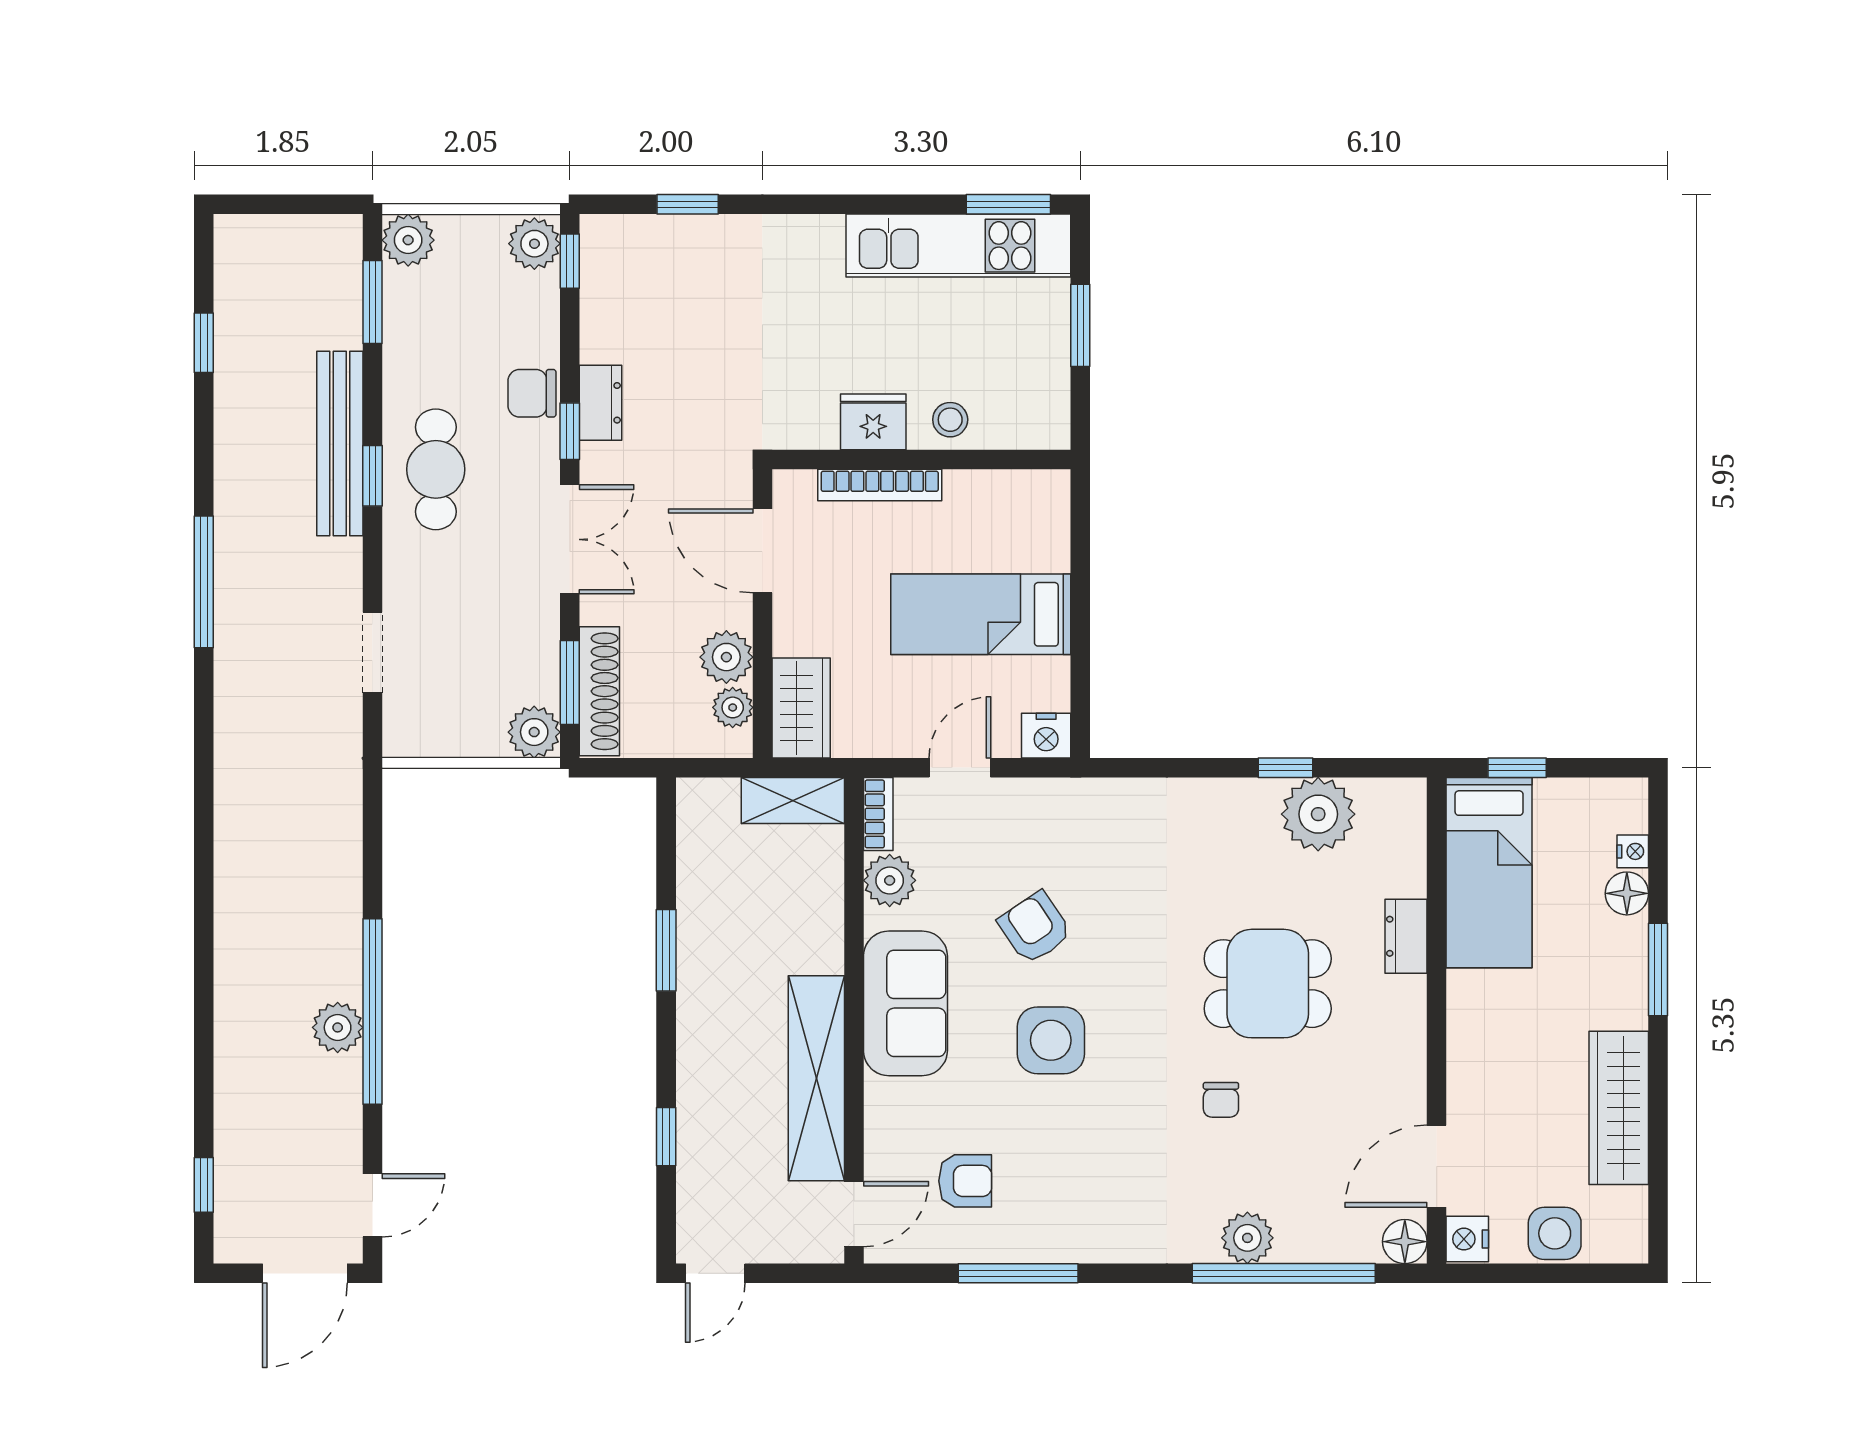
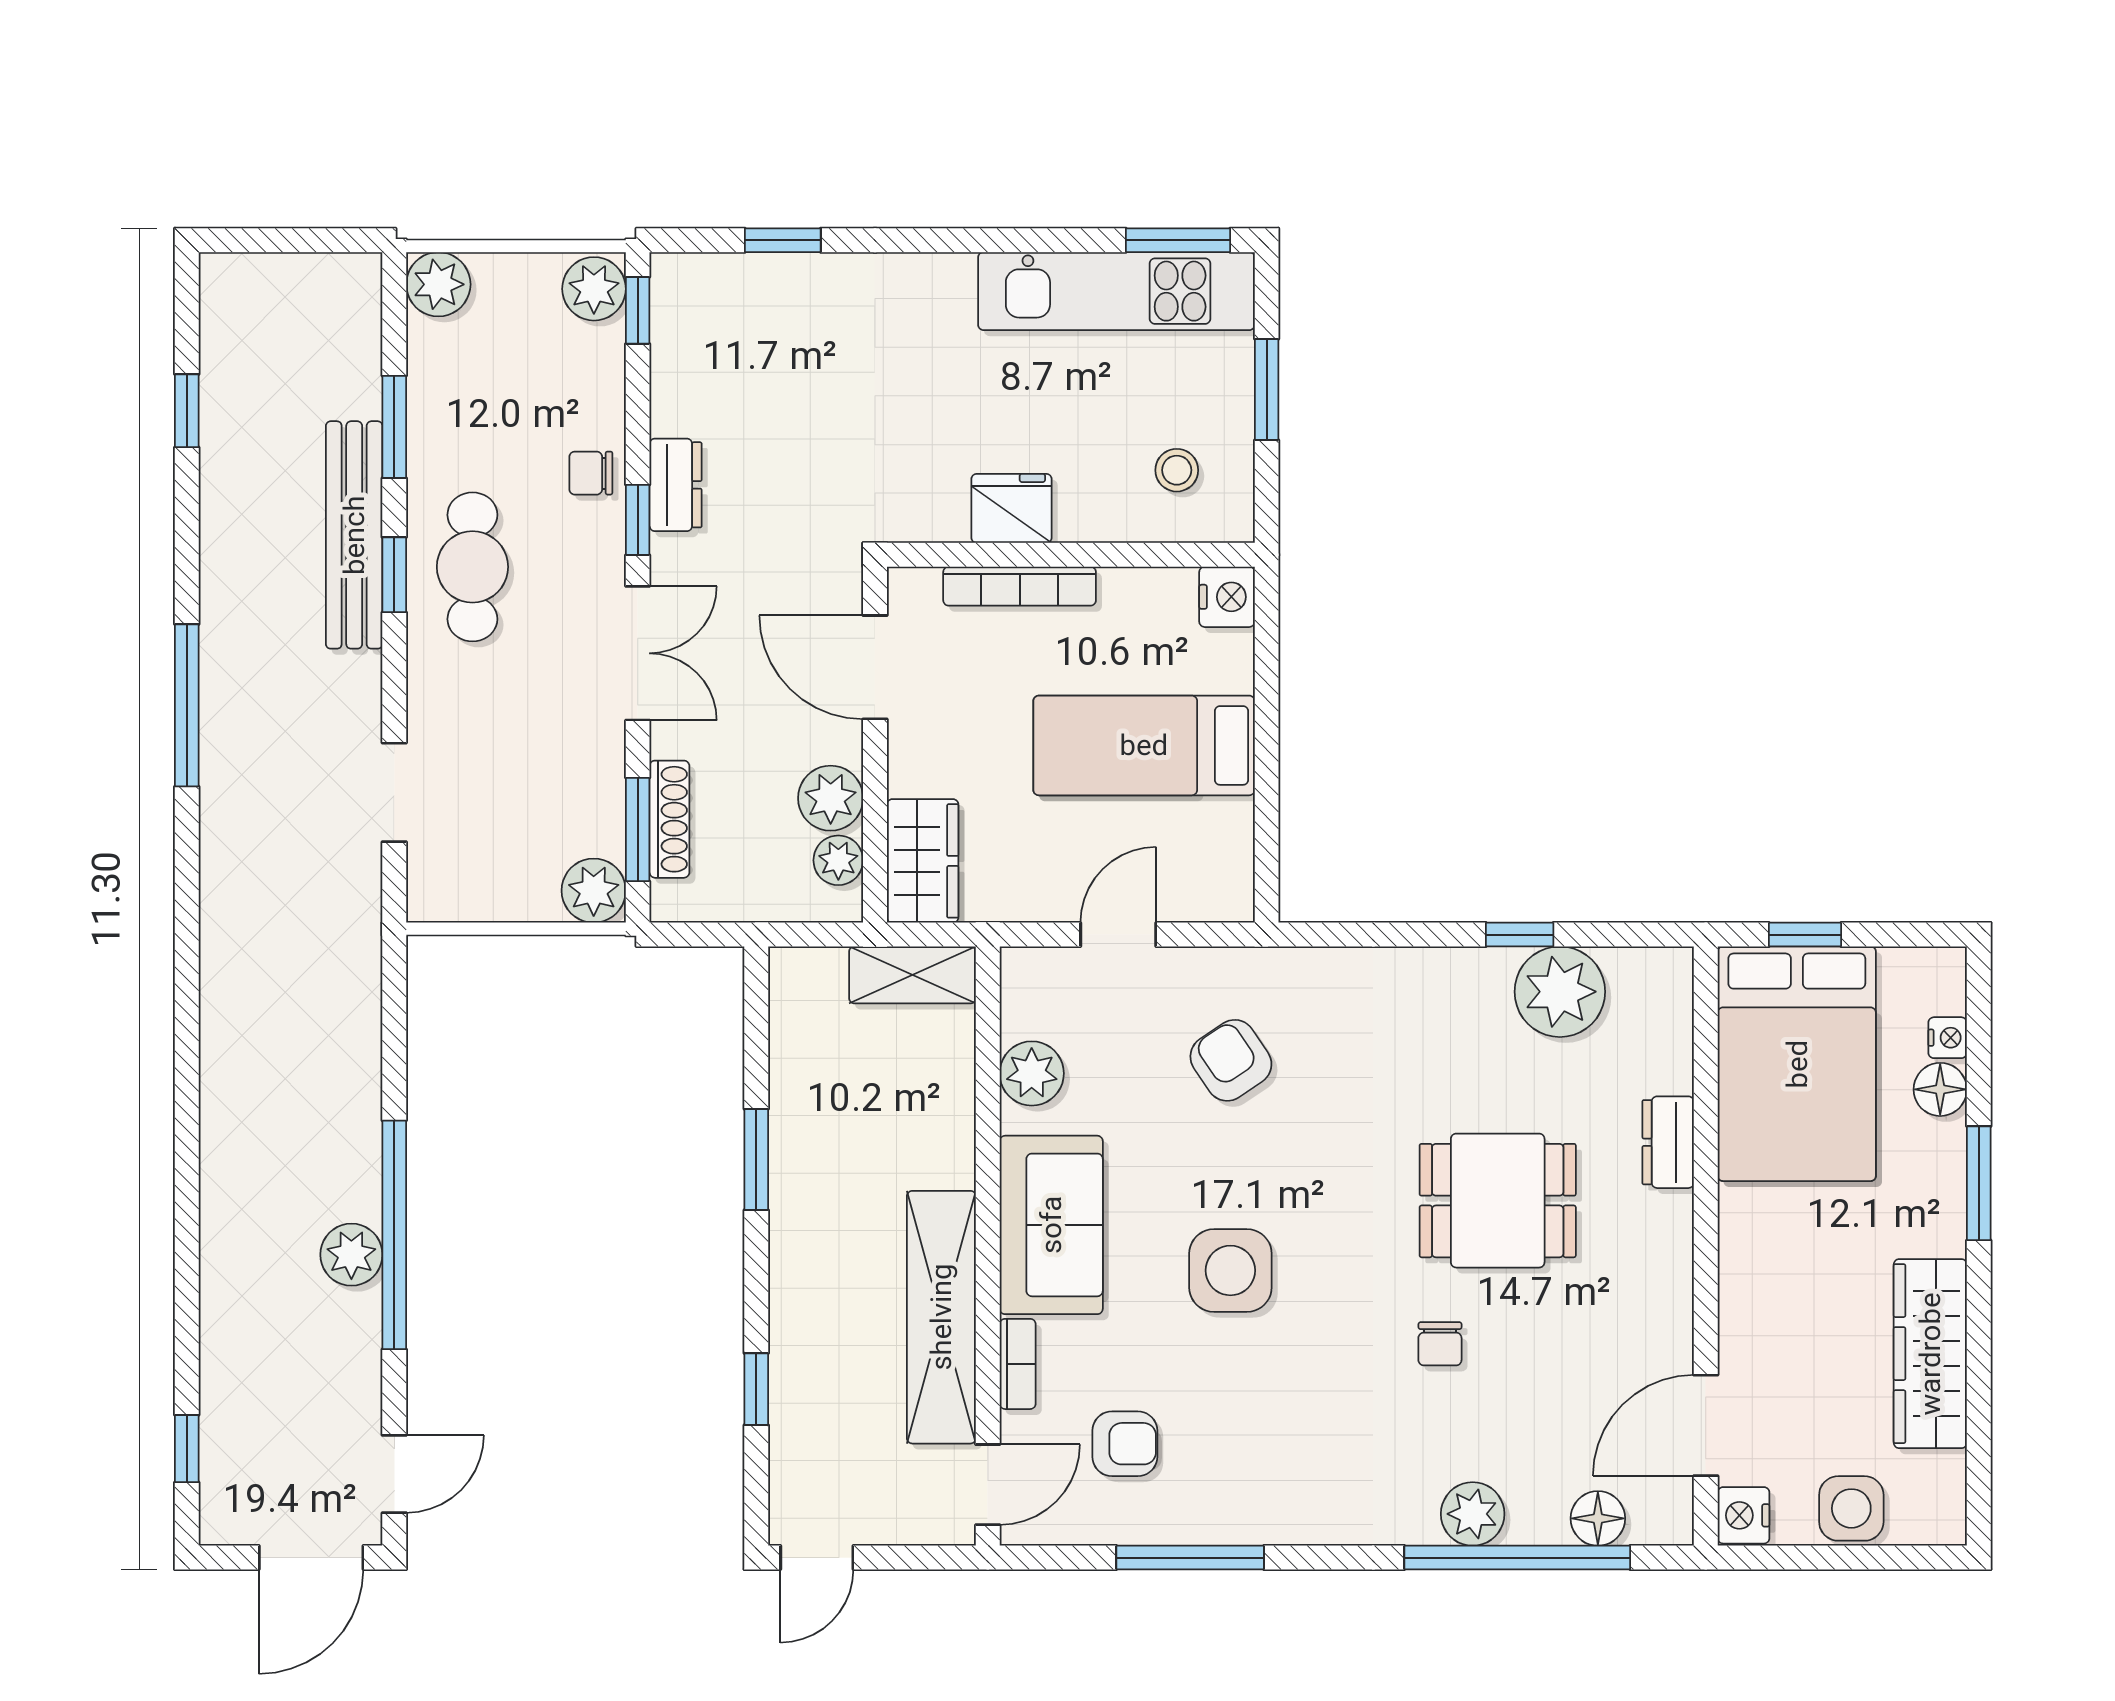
window: (372, 302) -> (394, 427), moved
chair: (532, 393) -> (591, 473), width x0.73, depth x0.73
stool: (950, 420) -> (1177, 470), moved
shoe rack: (599, 691) -> (669, 819), width x0.74, depth x0.81
nightstand: (1046, 736) -> (1227, 597), moved, turned -90
bookcase: (878, 814) -> (1018, 1364), moved
bed: (1489, 873) -> (1797, 1064), width x1.50
armchair: (1035, 928) -> (1231, 1060), moved
floor lamp: (1405, 1242) -> (1598, 1518), moved

